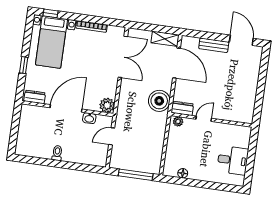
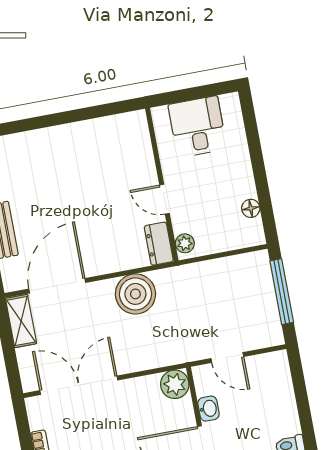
dresser: (182, 108) -> (159, 244), moved
door: (204, 119) -> (164, 199), moved
wall: (211, 120) -> (162, 185), moved
plant: (178, 121) -> (185, 243), moved

